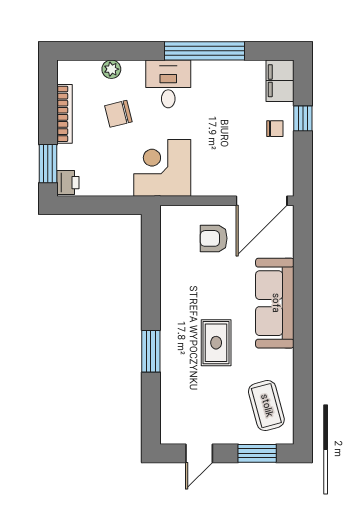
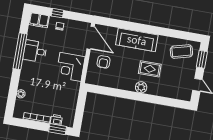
desk: (168, 84) -> (35, 51), moved
chair: (118, 114) -> (41, 94), removed
corner desk: (162, 168) -> (70, 67), moved
printer: (68, 183) -> (56, 120), moved
plant: (172, 331) -> (141, 87), added
window: (151, 351) -> (148, 98), removed

